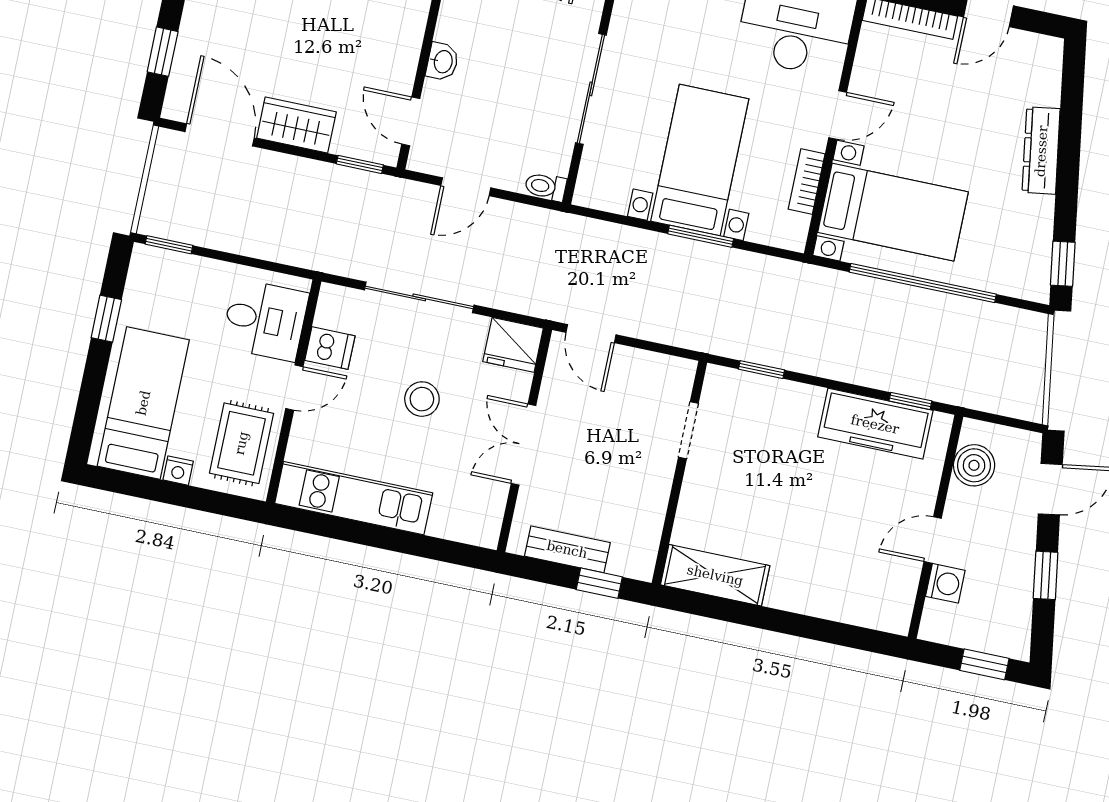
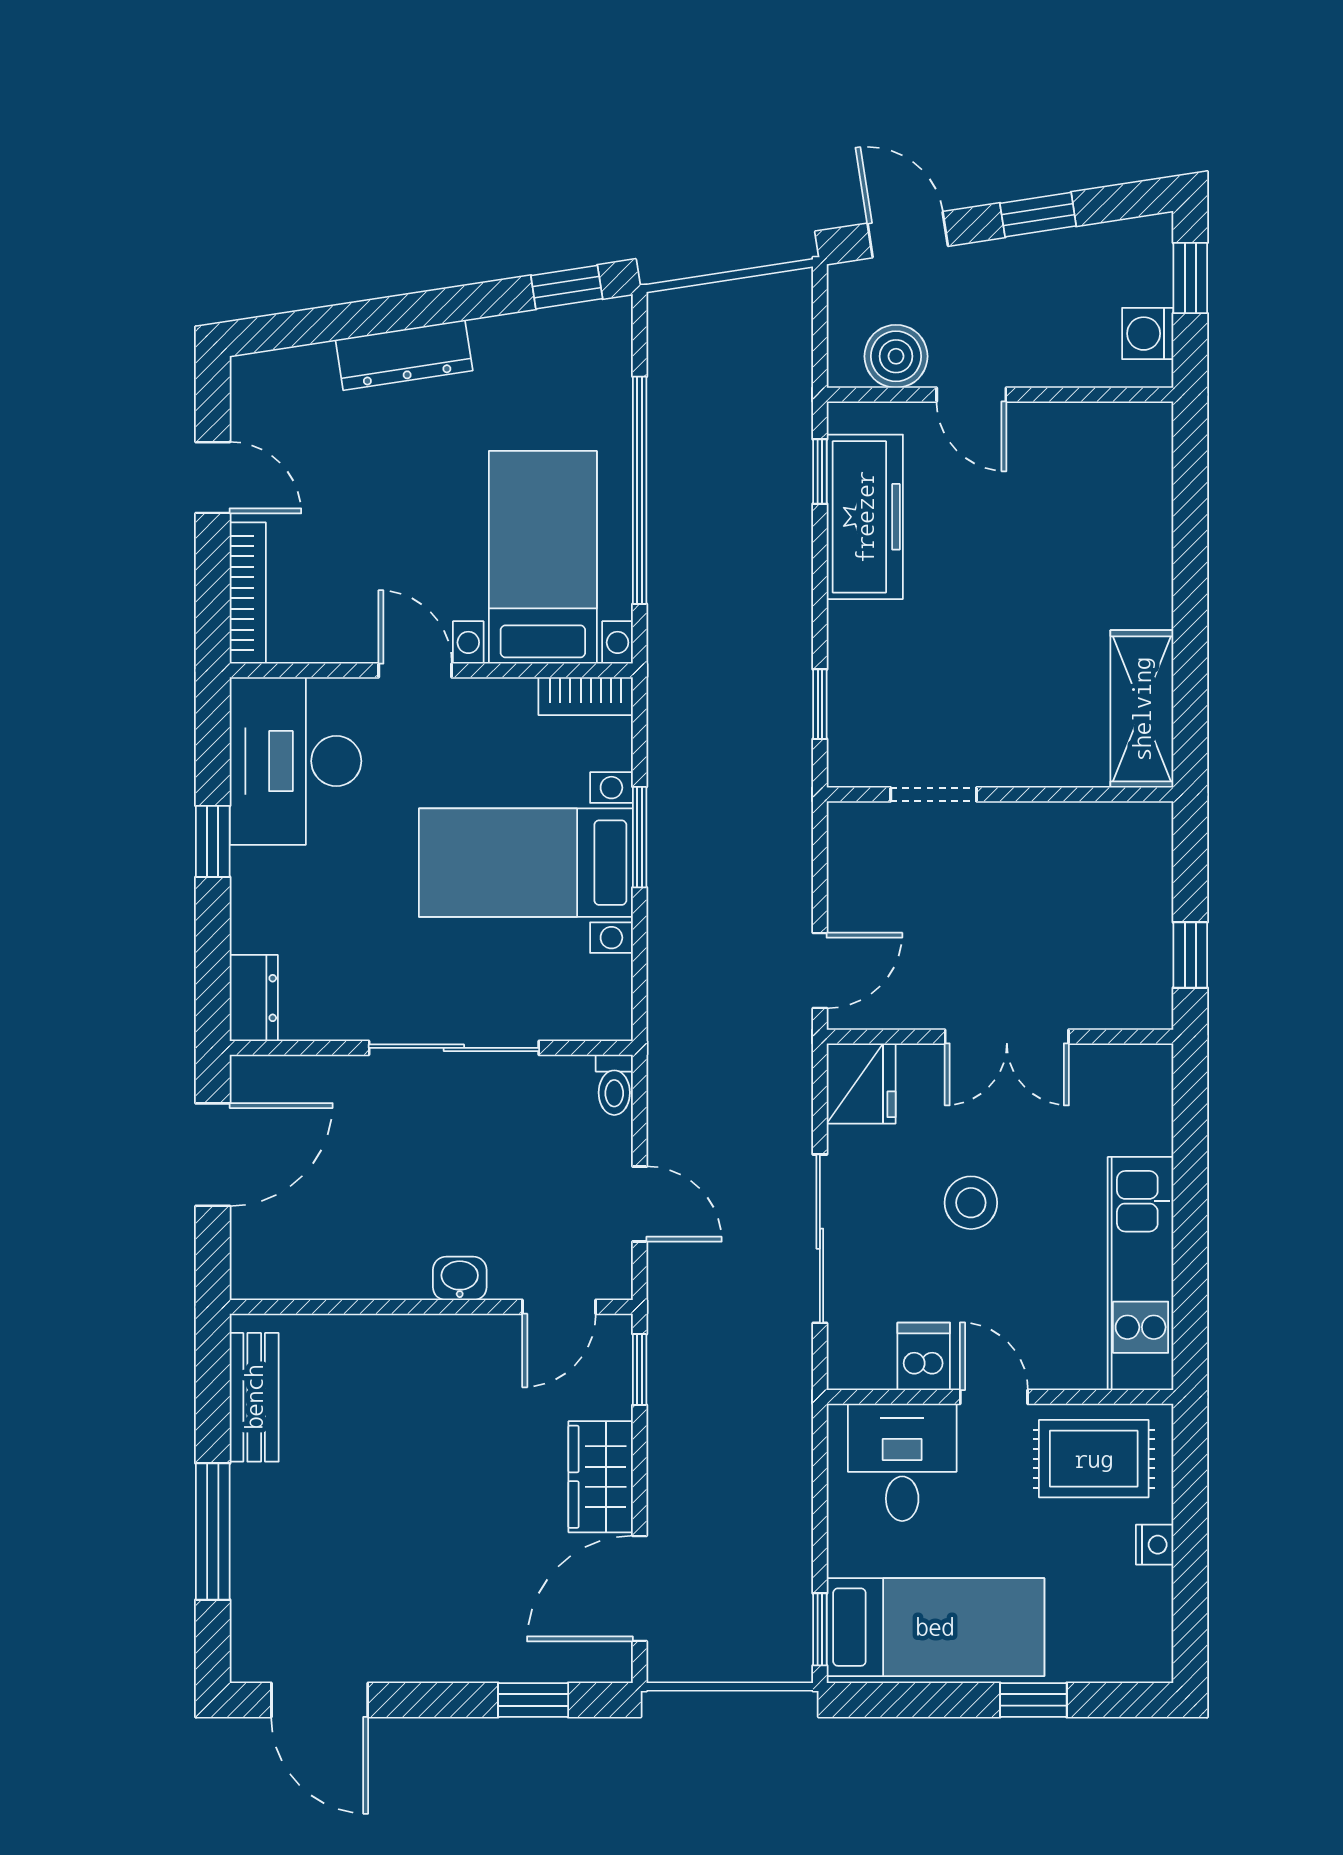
bookcase: (807, 181) -> (586, 696), moved
window: (106, 319) -> (1033, 1700), moved
bed: (143, 403) -> (935, 1627), moved, turned 180
door: (933, 540) -> (971, 395), moved
bench: (567, 549) -> (1150, 938), removed
window: (599, 583) -> (1190, 955), moved
washing machine: (945, 583) -> (1148, 334), moved, turned -90

